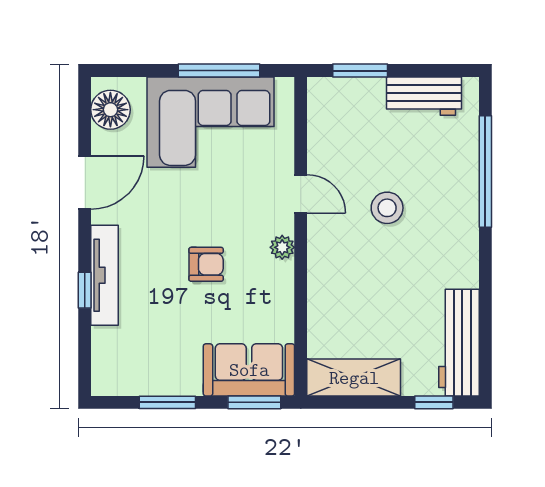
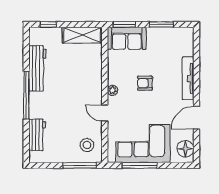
window: (360, 71) -> (79, 165), width x1.44
workbench: (424, 96) -> (37, 135), moved, turned 90
window: (485, 171) -> (26, 95), moved
stool: (387, 208) -> (87, 145), moved
window: (85, 290) -> (196, 72), removed
workbench: (459, 343) -> (37, 68), moved

